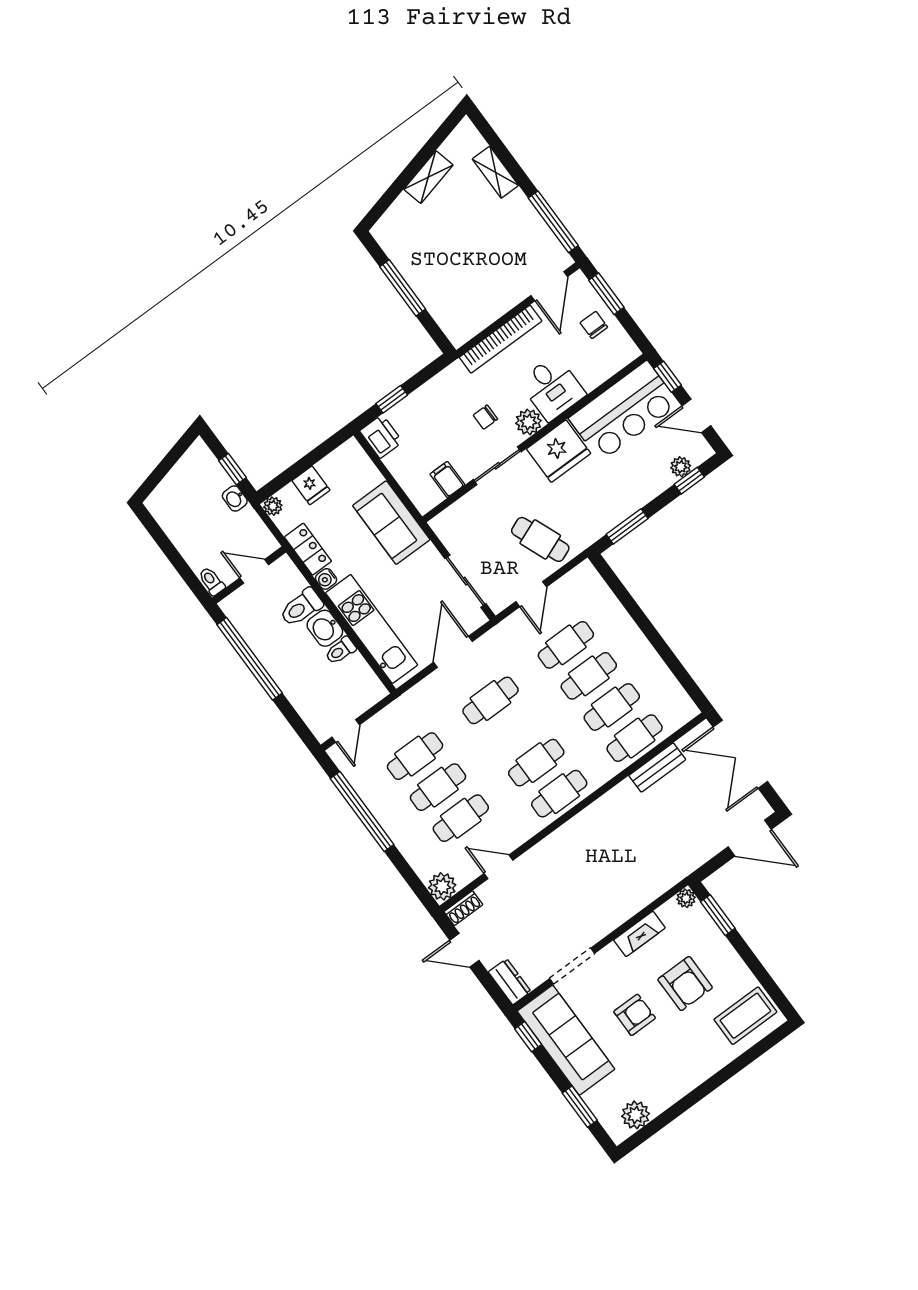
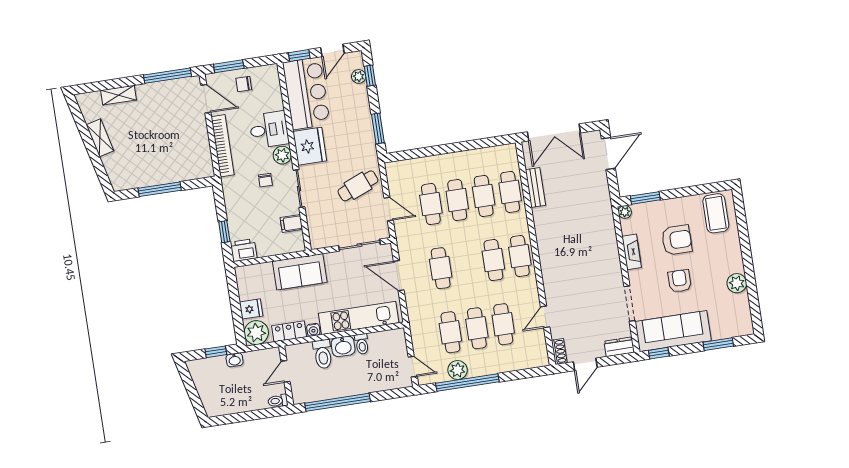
plant: (273, 506) -> (256, 333), width x1.88, depth x1.88
plant: (442, 886) -> (458, 370), moved
plant: (636, 1115) -> (737, 283), moved

